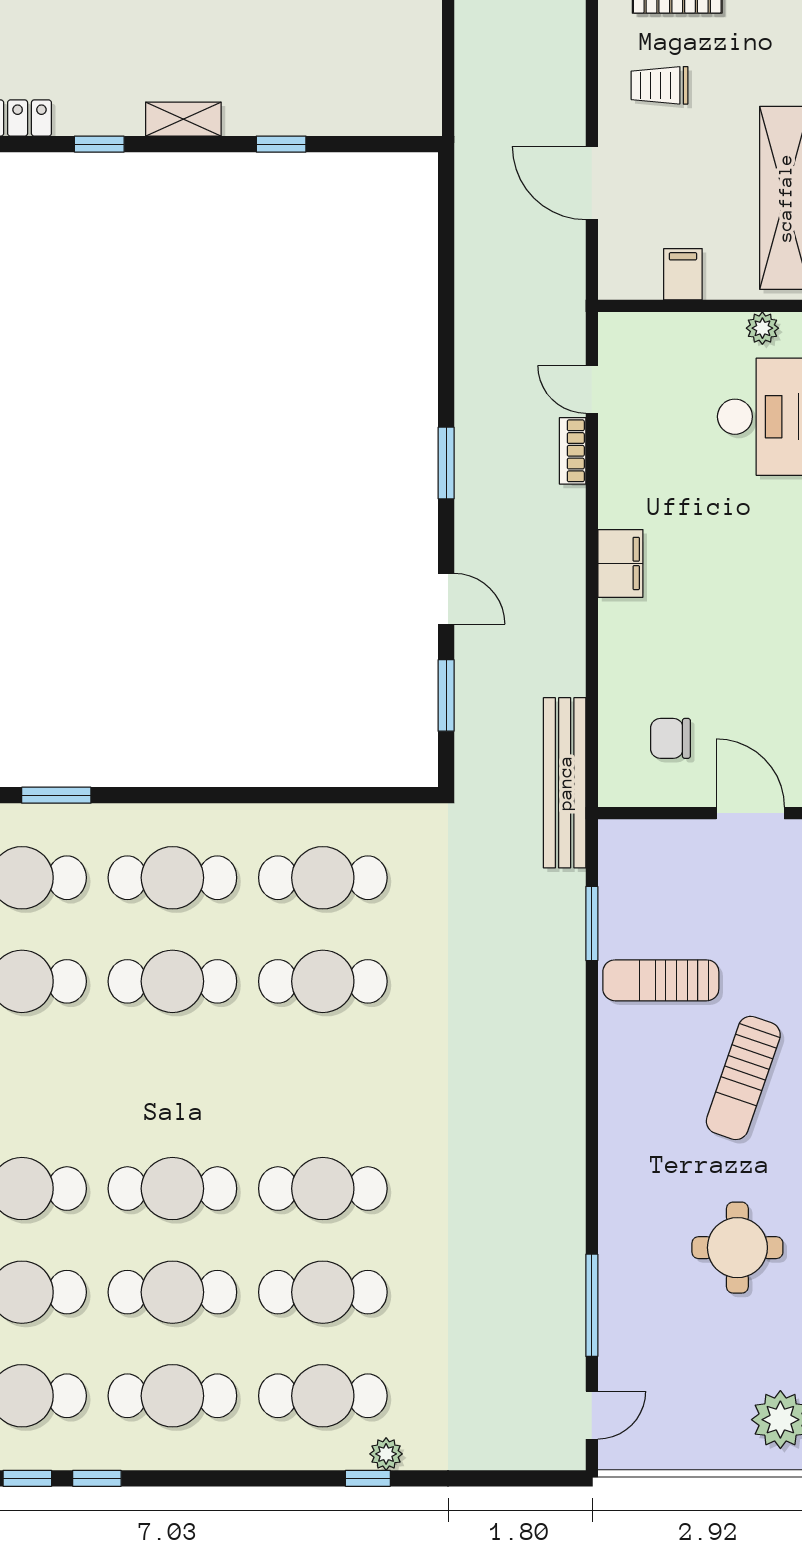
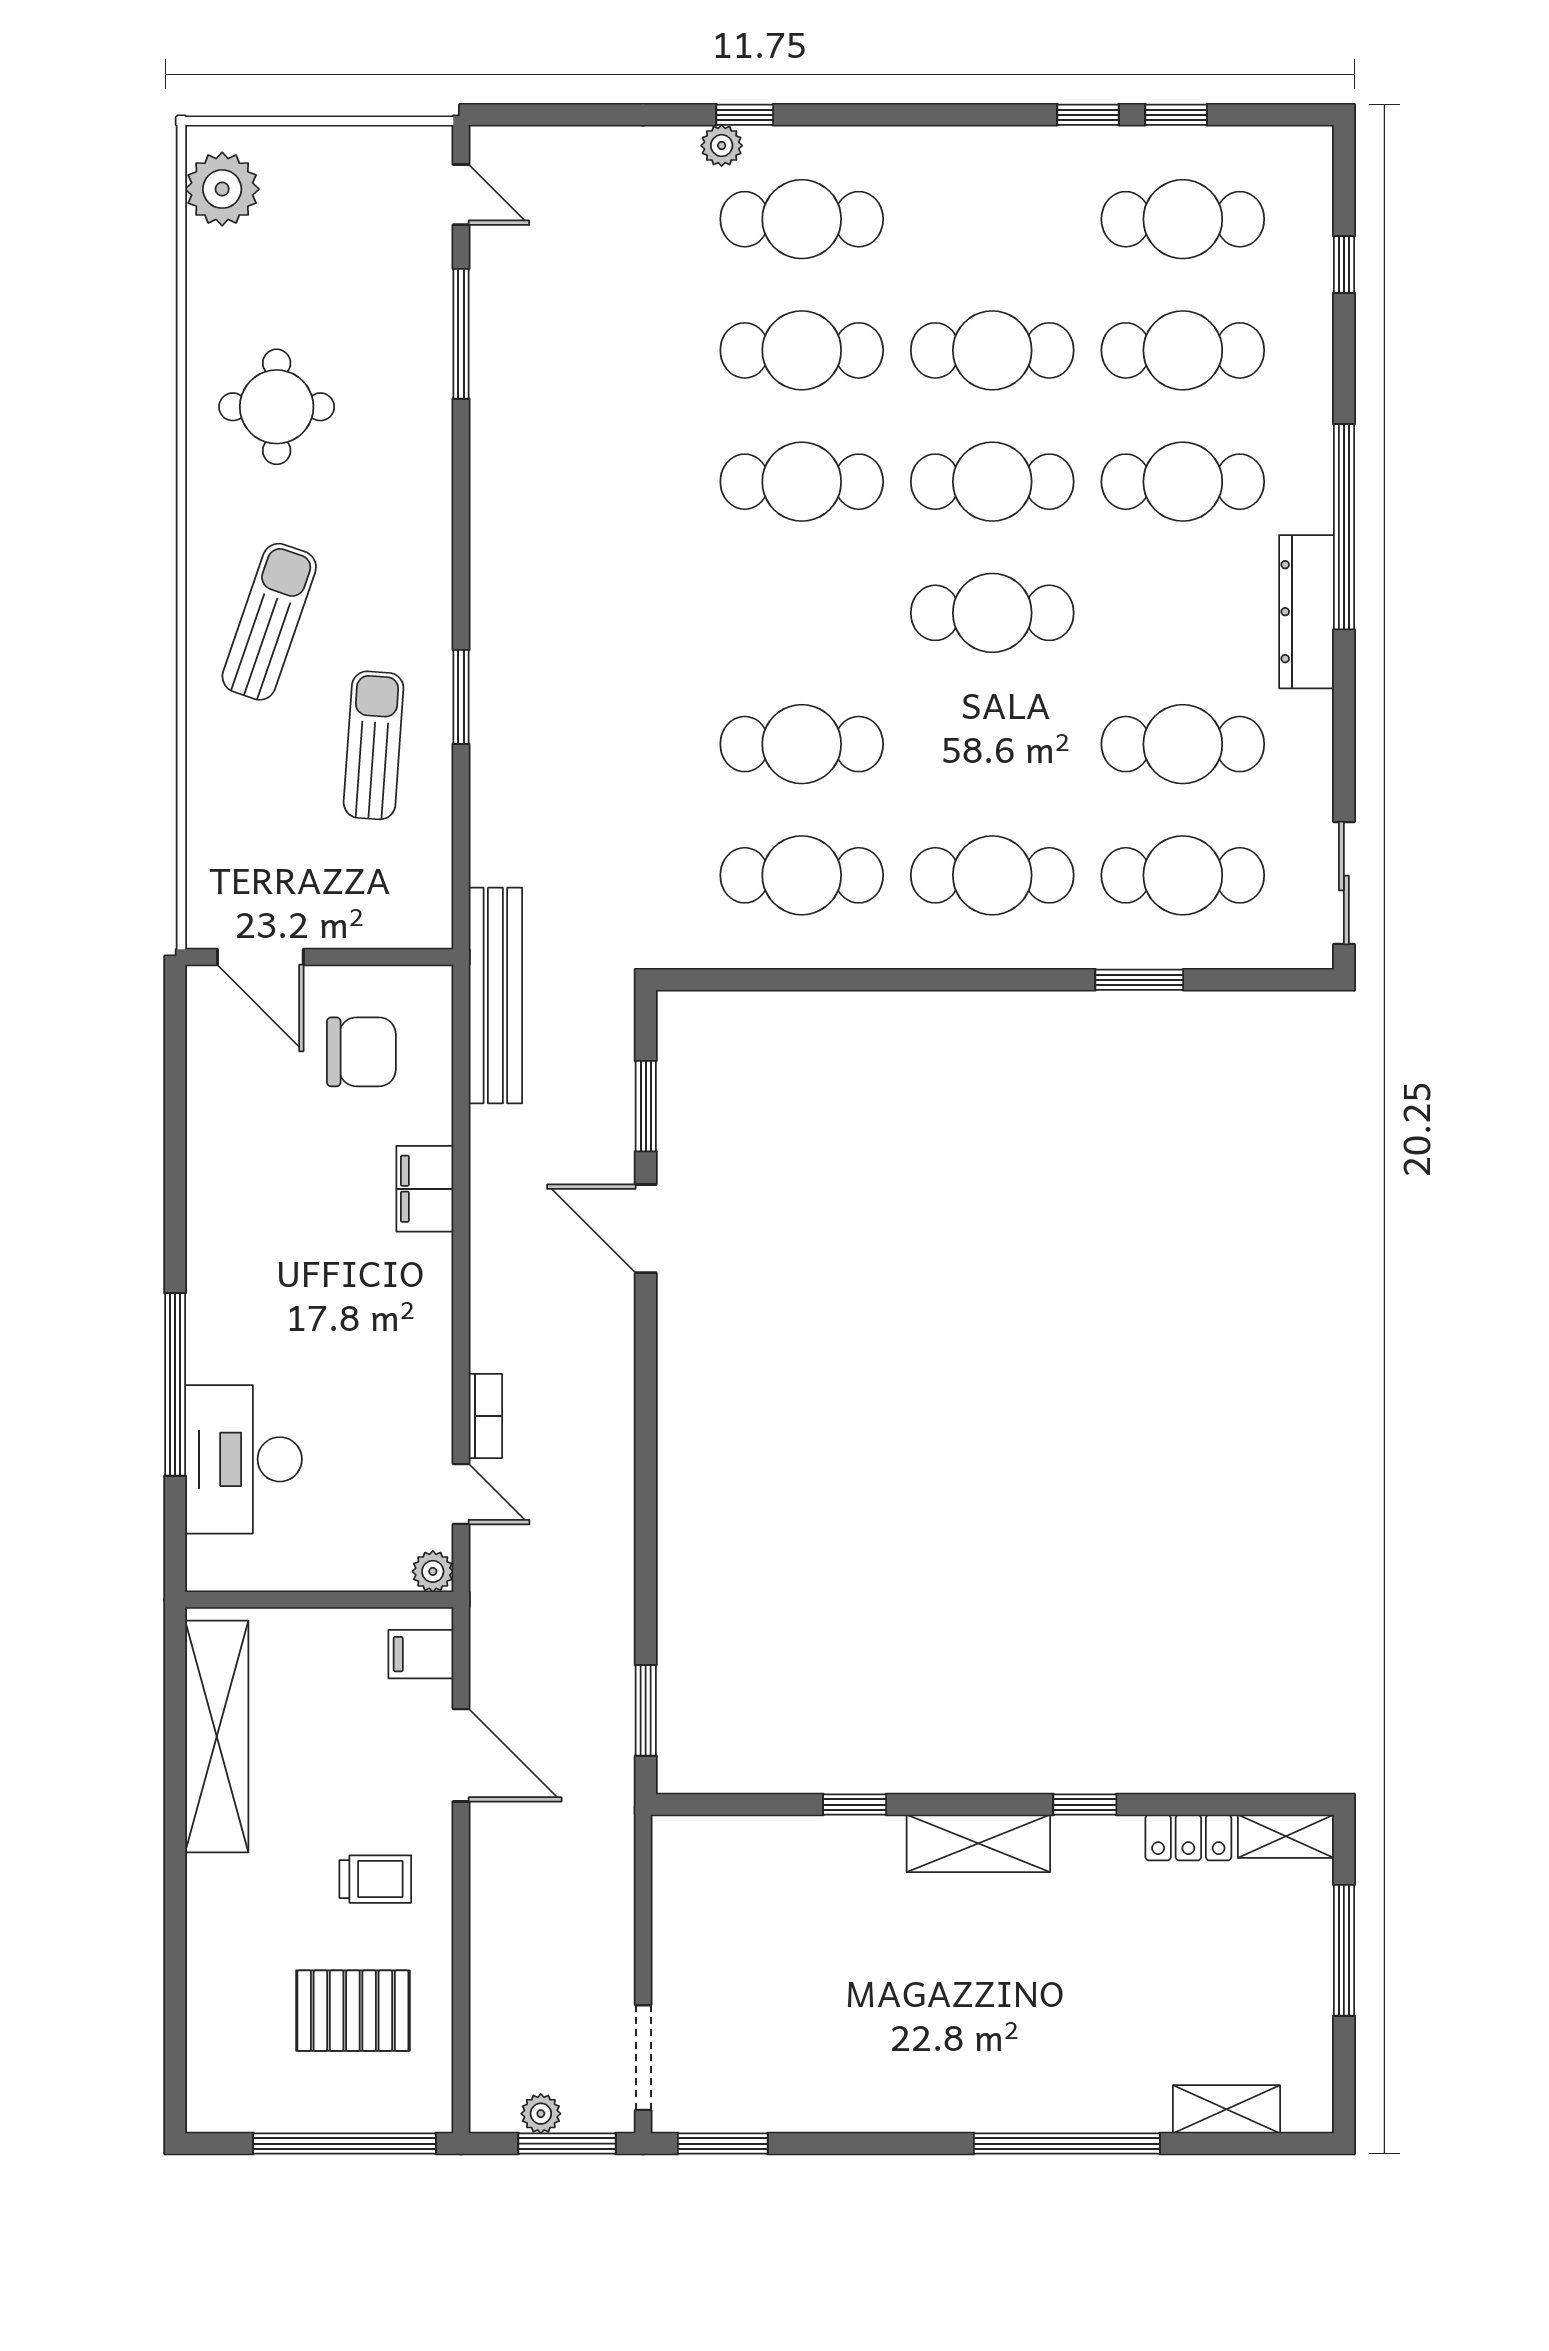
shelving: (183, 119) -> (978, 1843), width x1.50, depth x1.33
filing cabinet: (683, 274) -> (421, 1654), moved, turned 90
plant: (762, 328) -> (433, 1571), moved
window: (446, 463) -> (646, 1710), moved
filing cabinet: (620, 563) -> (425, 1189), moved
door: (446, 599) -> (646, 1229), width x1.38
chair: (670, 738) -> (361, 1052), width x1.37, depth x1.37
window: (592, 923) -> (461, 697), moved
sun lounger: (661, 980) -> (374, 745), turned -86
cafe table: (172, 981) -> (992, 613), moved
cafe table: (172, 1396) -> (992, 219), removed
door: (592, 1415) -> (461, 195), swing flipped

